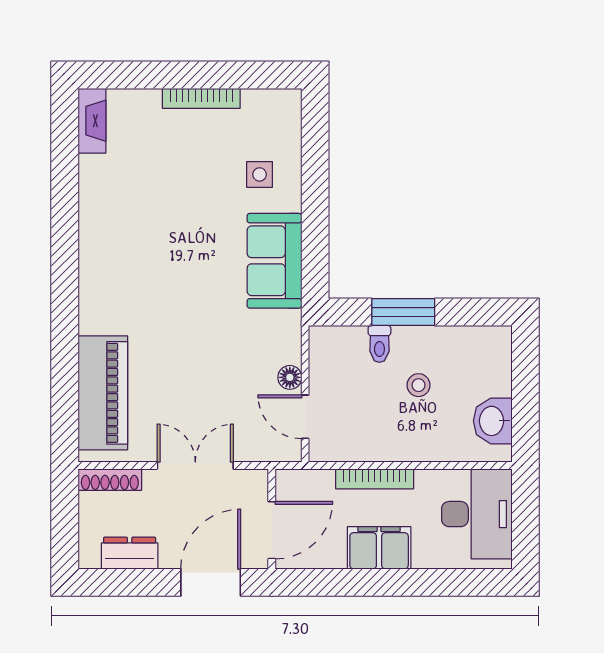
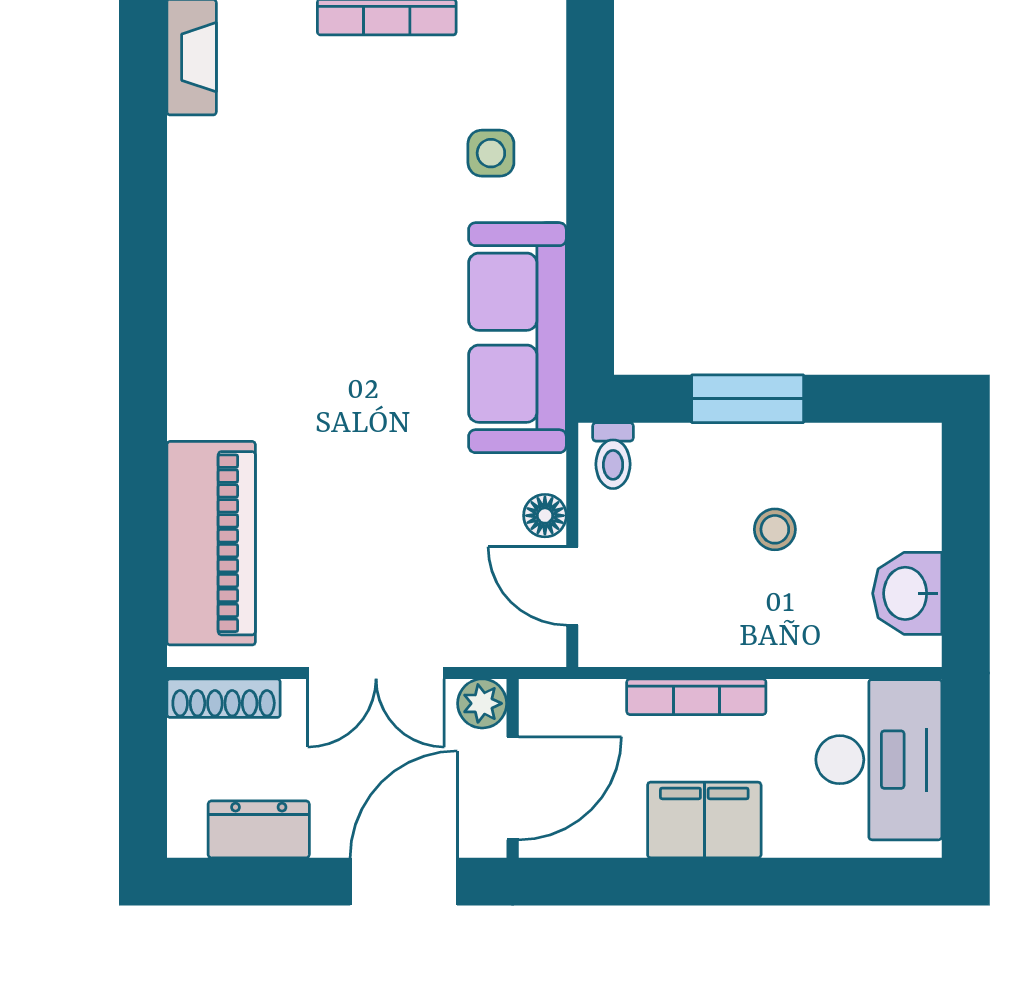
sofa: (274, 261) -> (517, 338), width x1.36
toilet: (379, 344) -> (613, 456), moved
double door: (195, 466) -> (376, 673), swing flipped
plant: (255, 483) -> (482, 703), added

